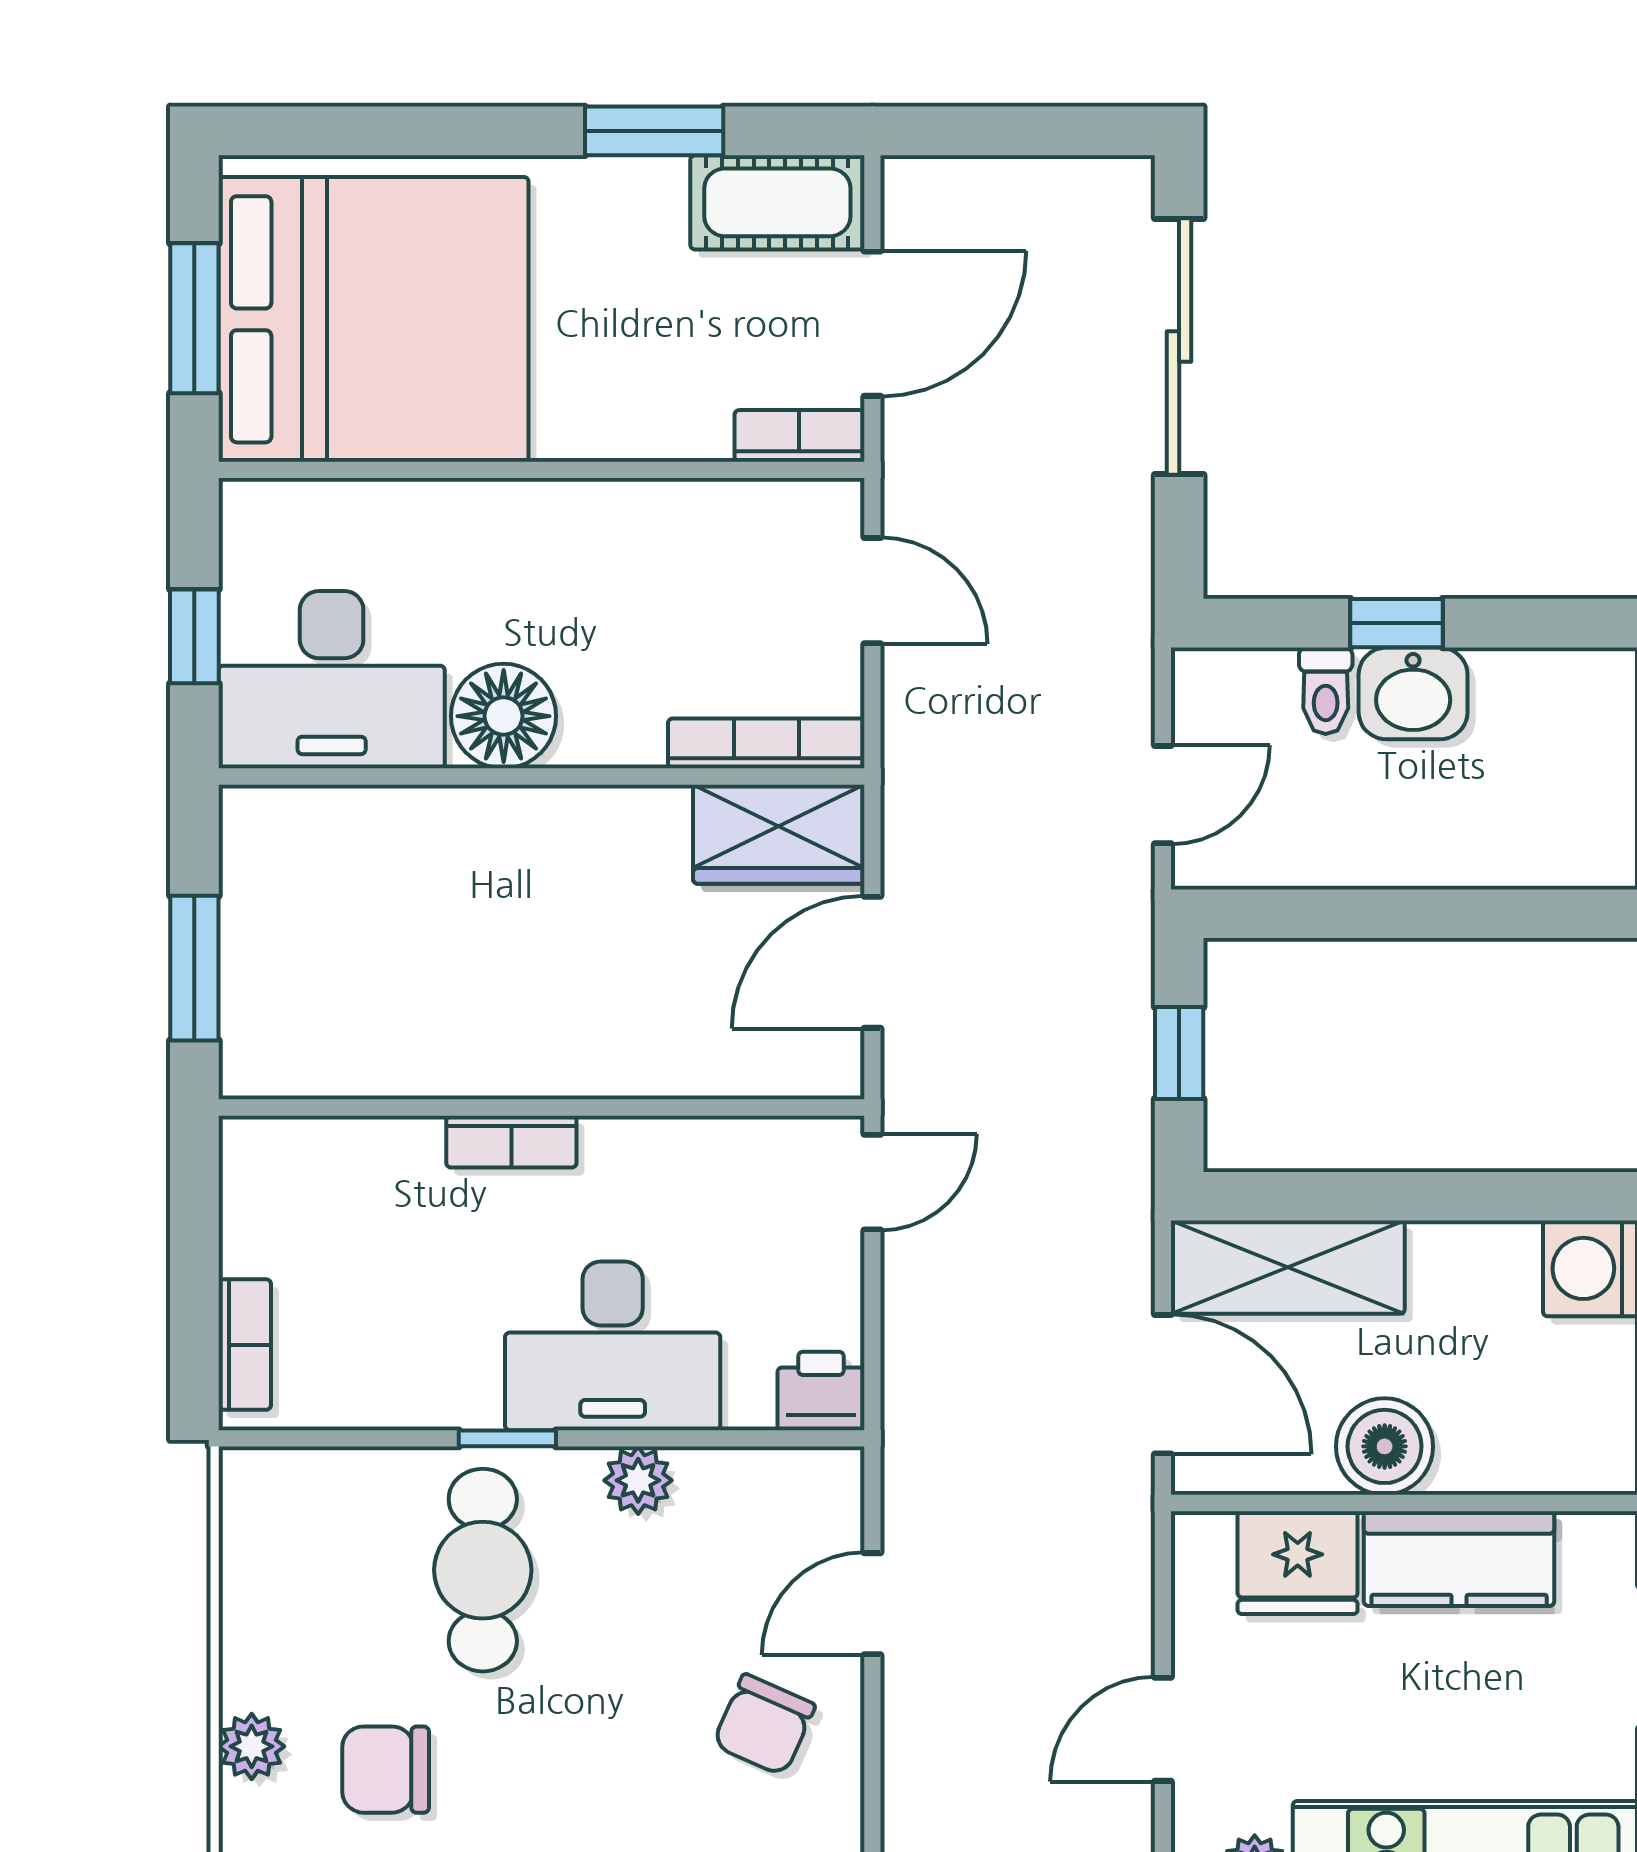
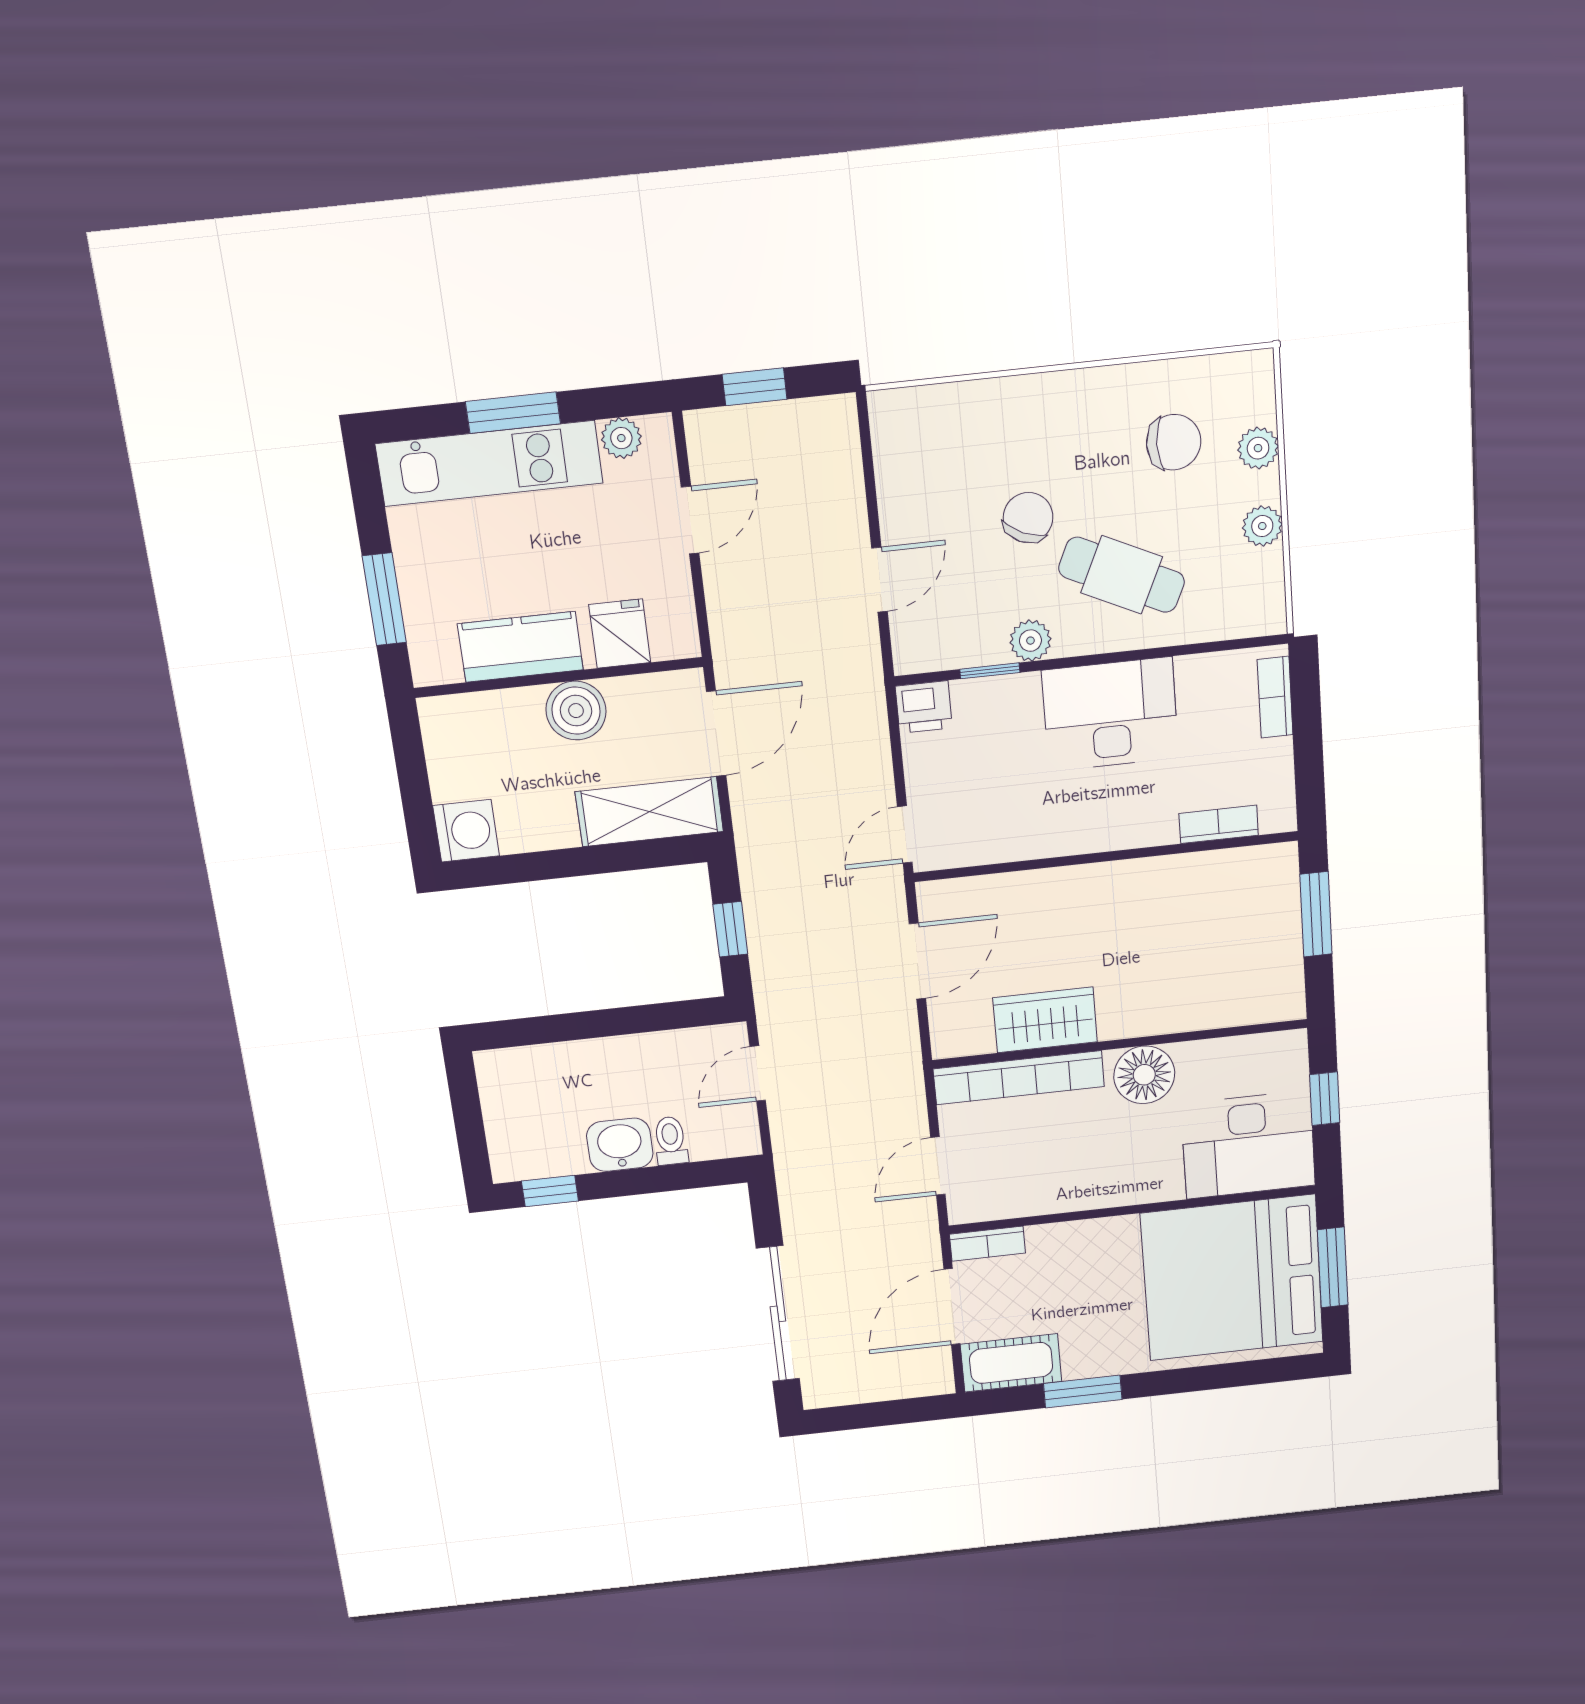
door: (872, 591) -> (938, 1166), hinge flipped
window: (1396, 623) -> (550, 1191), moved
desk: (332, 680) -> (1248, 1145), moved, turned 180
bookcase: (766, 743) -> (1019, 1078), width x1.48, depth x1.31
wardrobe: (779, 834) -> (1045, 1020), moved
bookcase: (511, 1142) -> (1219, 824), moved
desk: (613, 1346) -> (1110, 714), moved
door: (1163, 1384) -> (716, 734), swing flipped
window: (507, 1438) -> (990, 671), moved
fridge: (1298, 1563) -> (620, 634), width x0.72
cafe table: (483, 1570) -> (1122, 575), turned -65
plant: (251, 1624) -> (1262, 526), added
chair: (764, 1725) -> (1028, 518), moved

